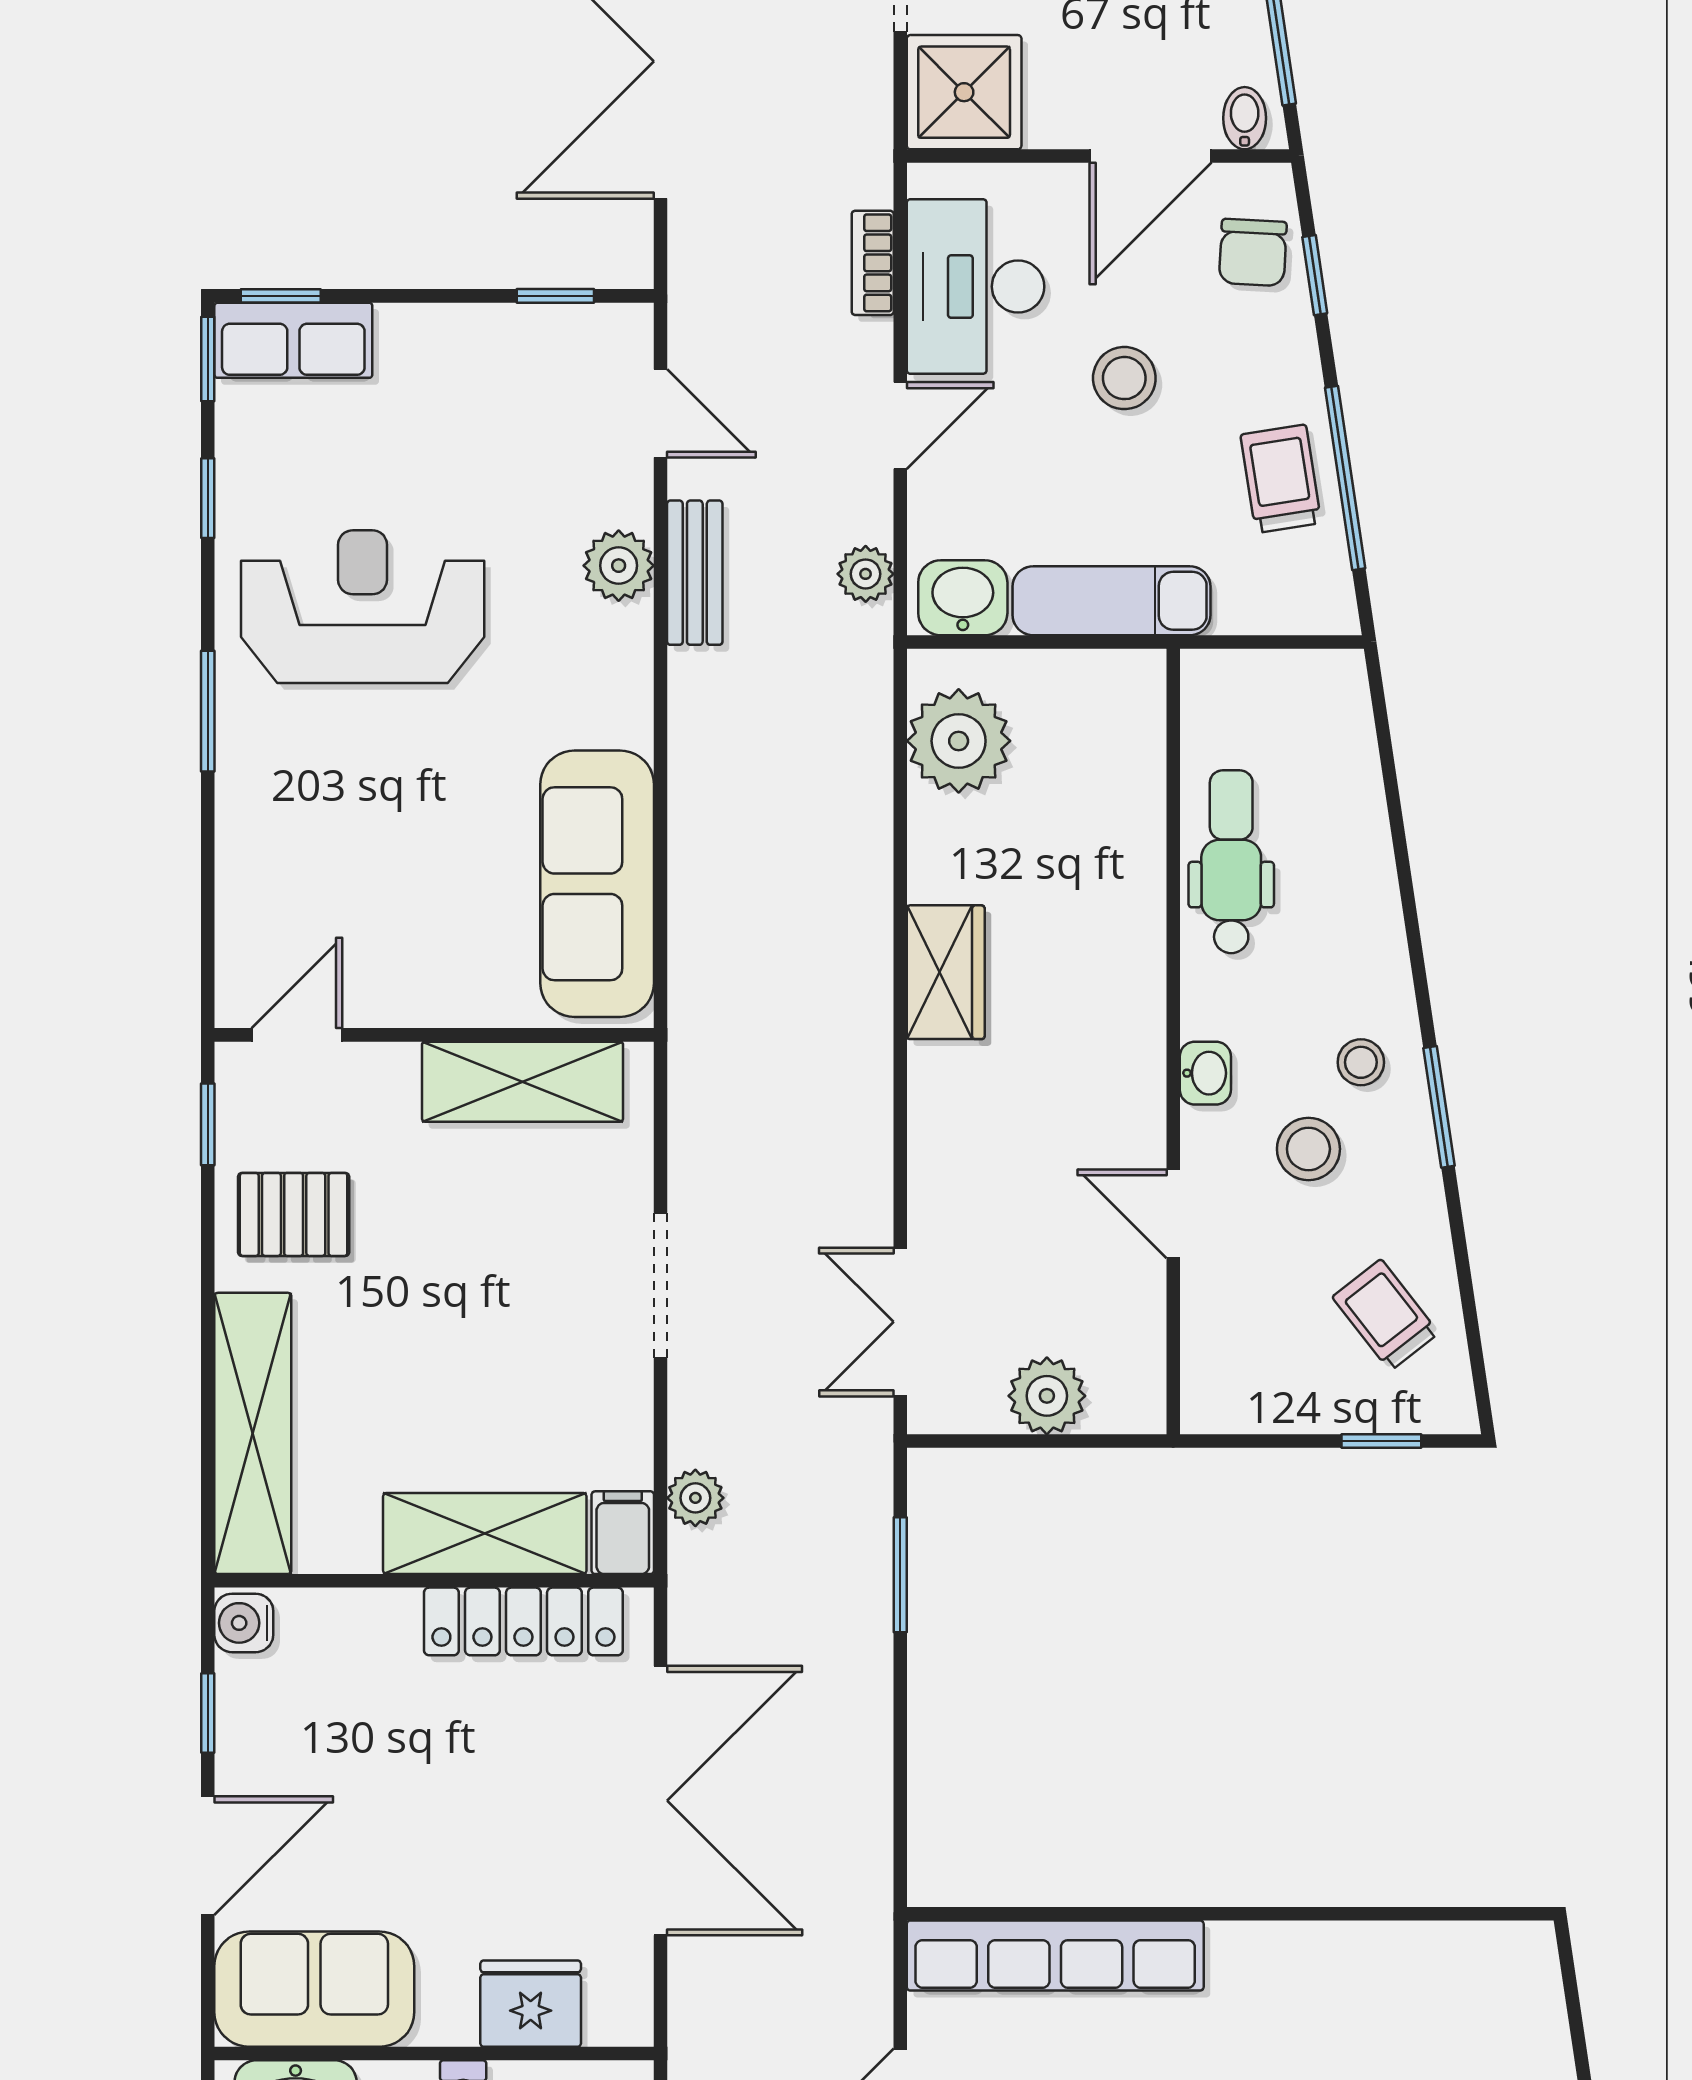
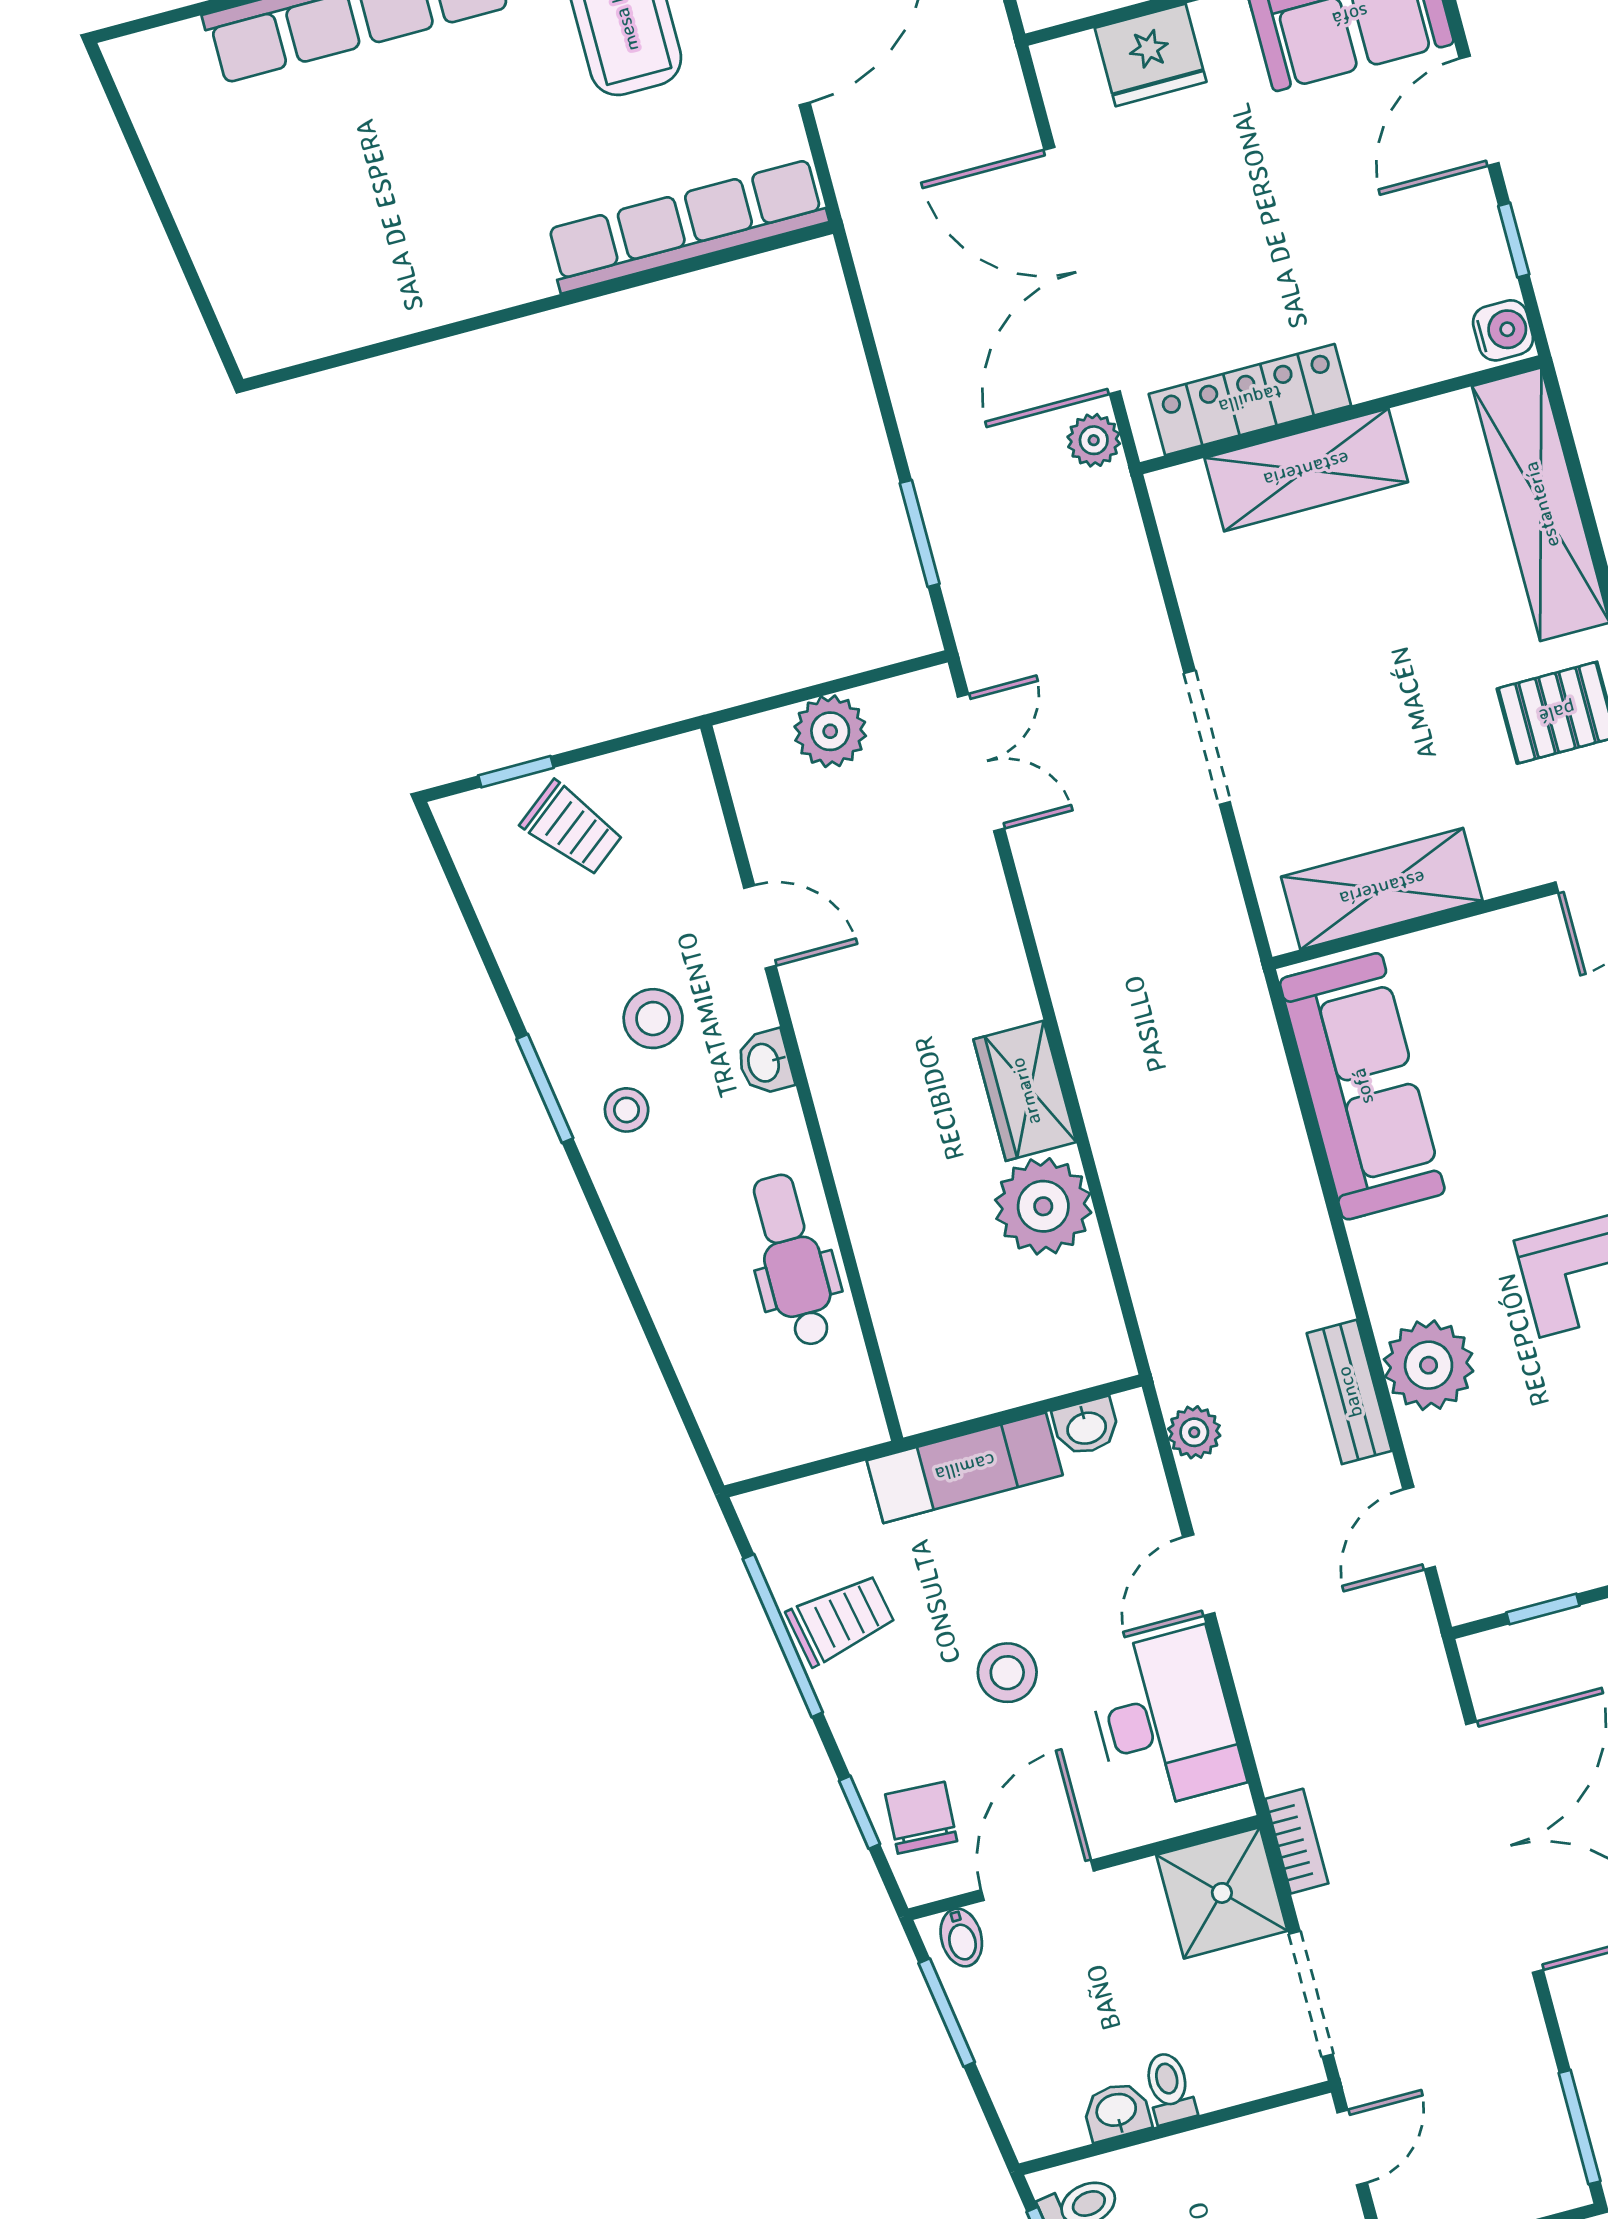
bookcase: (873, 263) -> (1297, 1841), moved
door: (661, 413) -> (1419, 1528), hinge flipped
trolley: (1281, 479) -> (841, 1619), turned -92
plant: (619, 566) -> (1429, 1365), width x1.36, depth x1.36
washbasin: (963, 598) -> (1086, 1427), width x0.72, depth x0.69
plant: (959, 741) -> (1043, 1206), moved
dental chair: (1231, 862) -> (793, 1260), turned 180
trolley: (1386, 1315) -> (572, 829), moved
plant: (695, 1498) -> (1094, 440), moved
filing cabinet: (623, 1533) -> (1181, 504), removed

